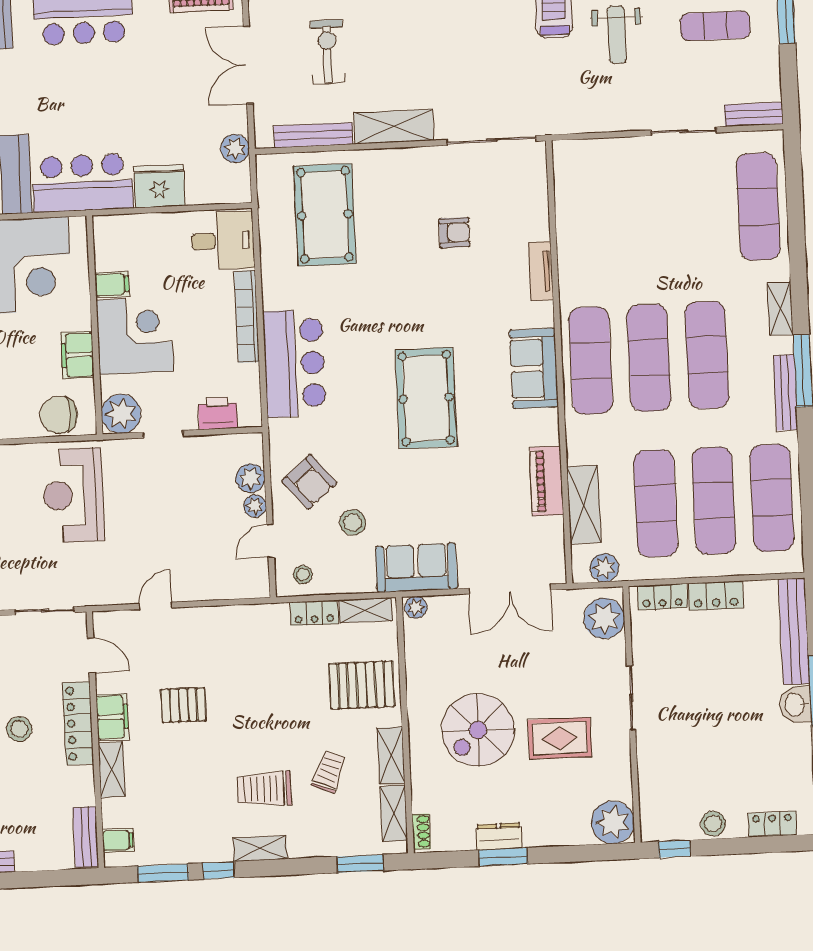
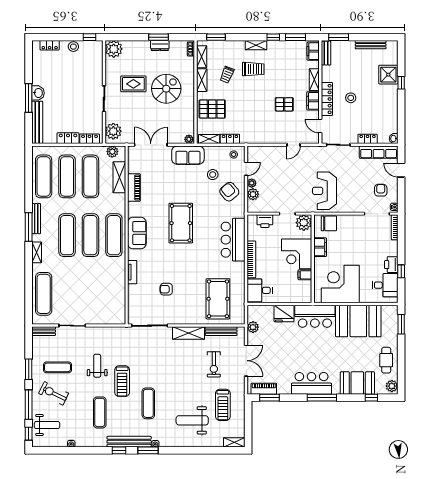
reception desk: (73, 495) -> (324, 191), turned 180
filing cabinet: (118, 840) -> (313, 51), width x2.00
window: (56, 878) -> (339, 37), added

